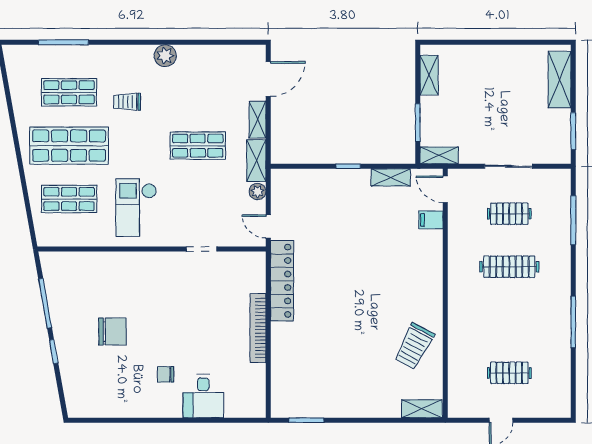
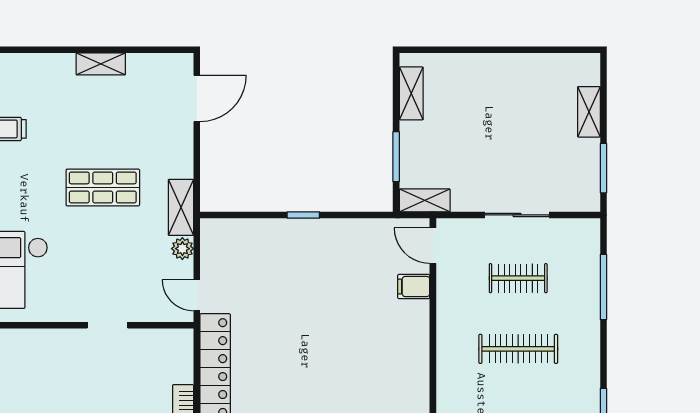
plant: (165, 56) -> (59, 68), removed
shelving: (560, 79) -> (589, 112), width x0.67, depth x0.75
shelving: (258, 120) -> (101, 64), moved, turned 90
shelving: (391, 177) -> (360, 230), removed

